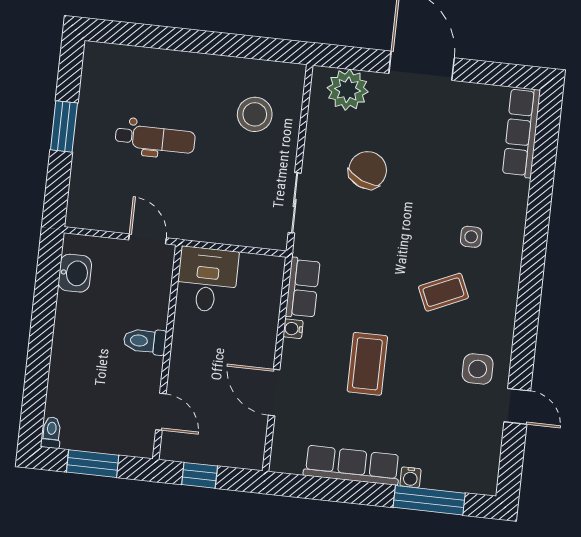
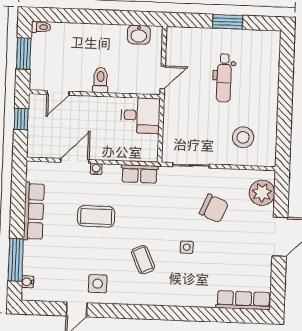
side table: (471, 237) -> (187, 247), moved
water cooler: (293, 329) -> (96, 169), moved
water cooler: (410, 477) -> (28, 282), moved

